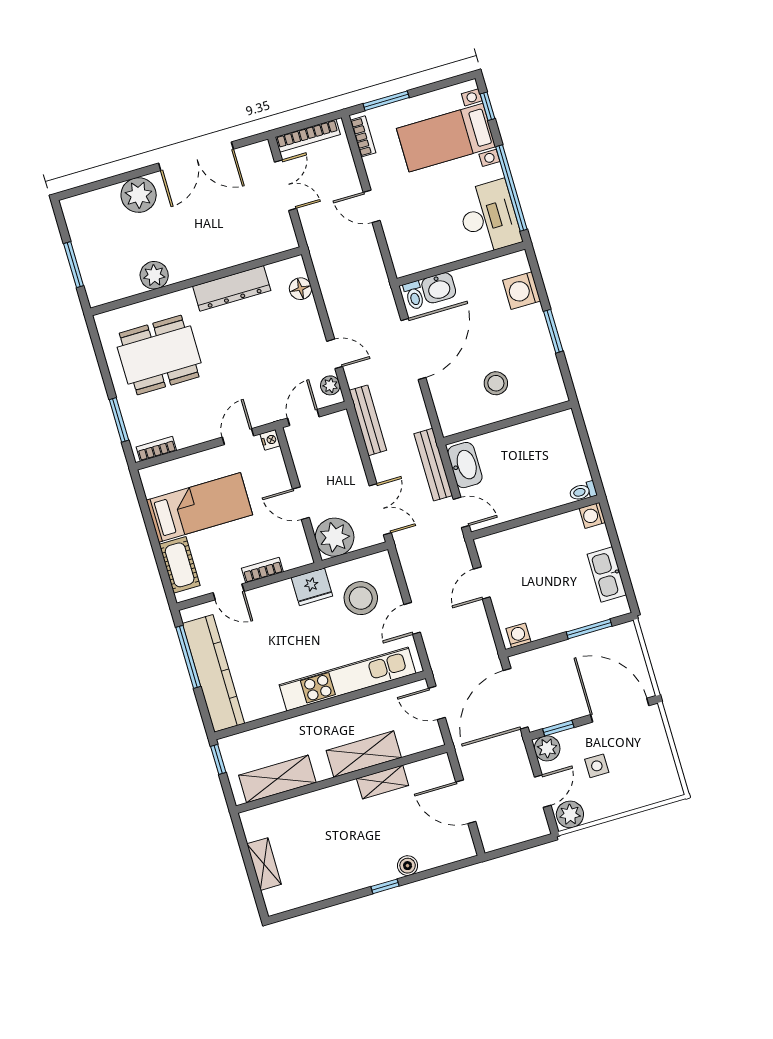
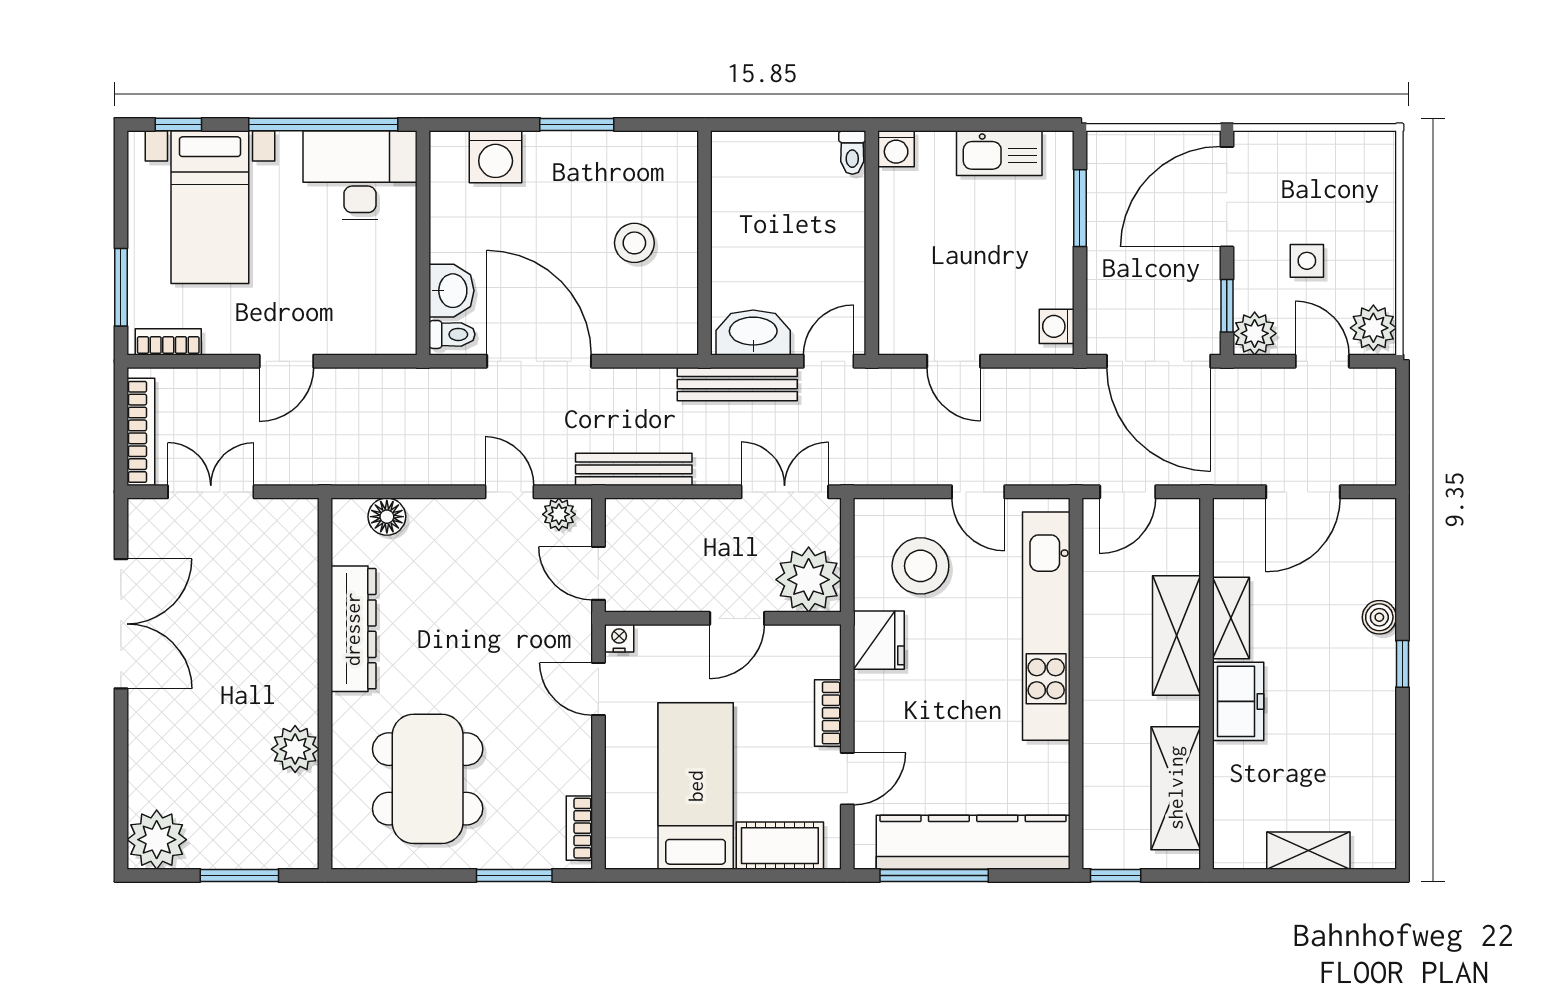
plant: (139, 195) -> (157, 840), moved
door: (335, 354) -> (509, 492), hinge flipped
freezer: (337, 800) -> (1238, 701), added

